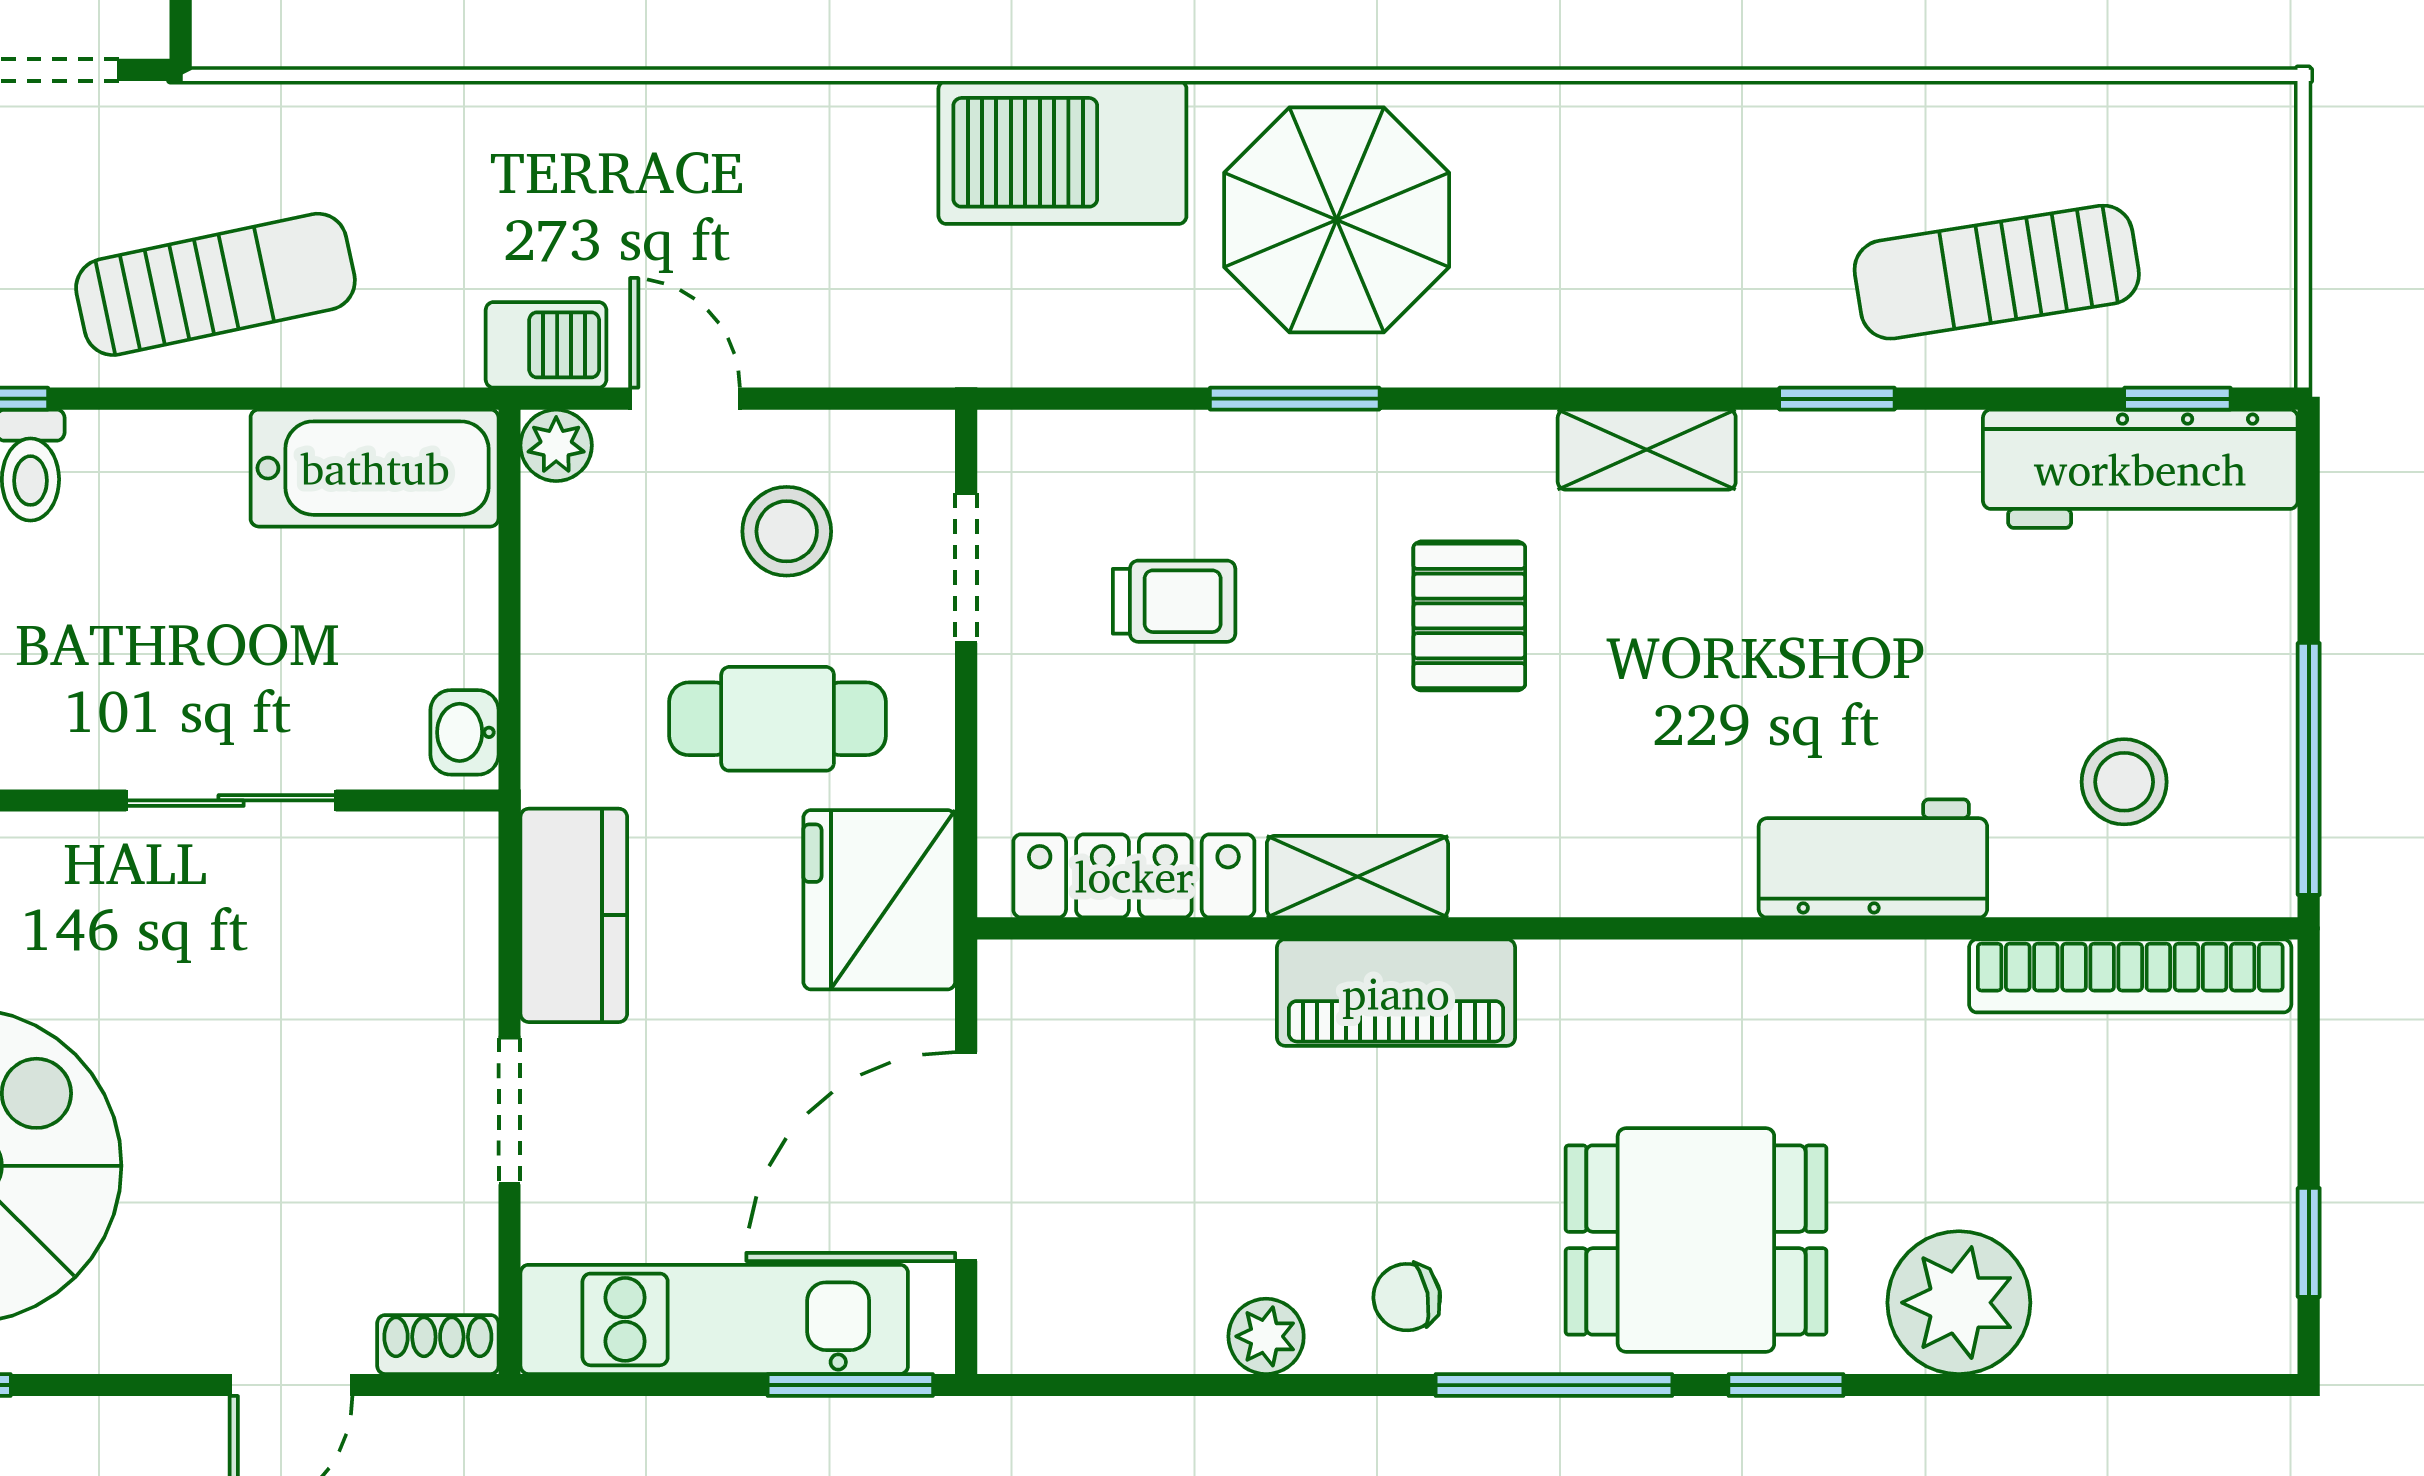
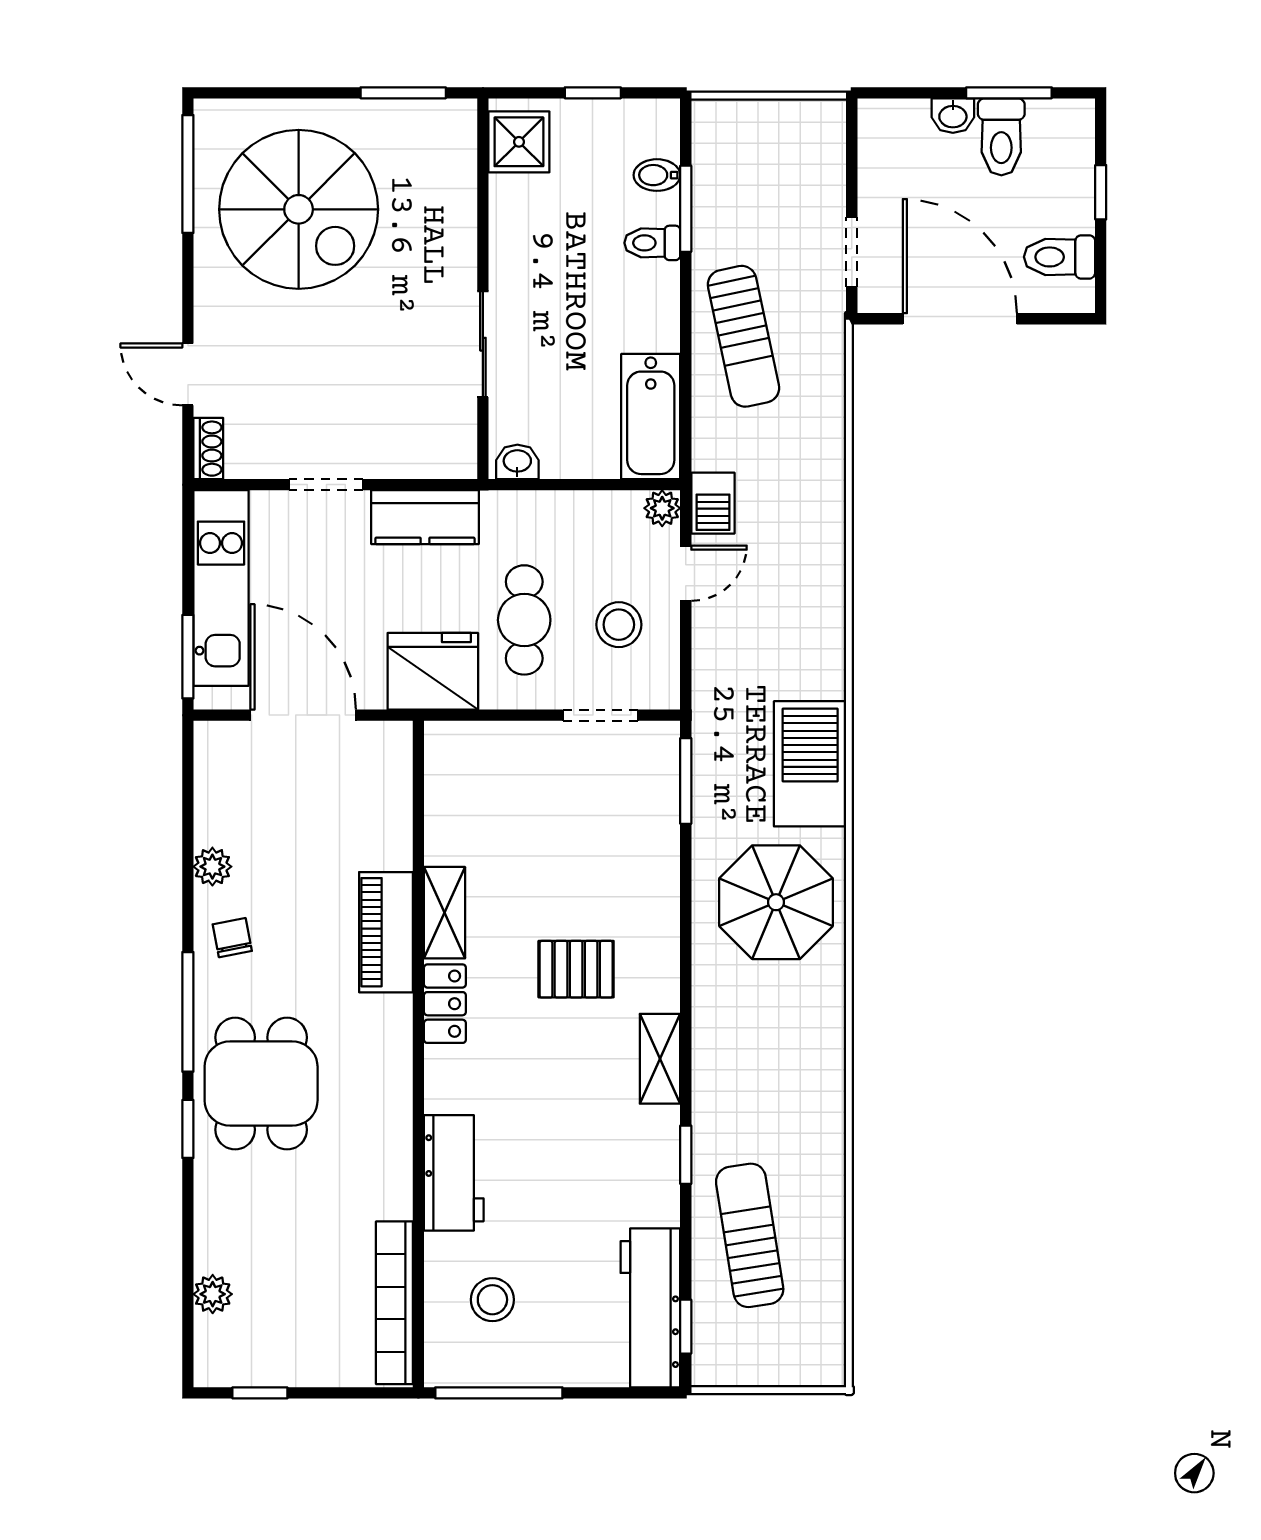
window: (1295, 399) -> (686, 781), moved
trolley: (1174, 601) -> (584, 820), removed
locker: (1134, 876) -> (445, 1004), moved, width x0.66
plant: (1959, 1303) -> (213, 1294), moved, width x0.53, depth x0.53

